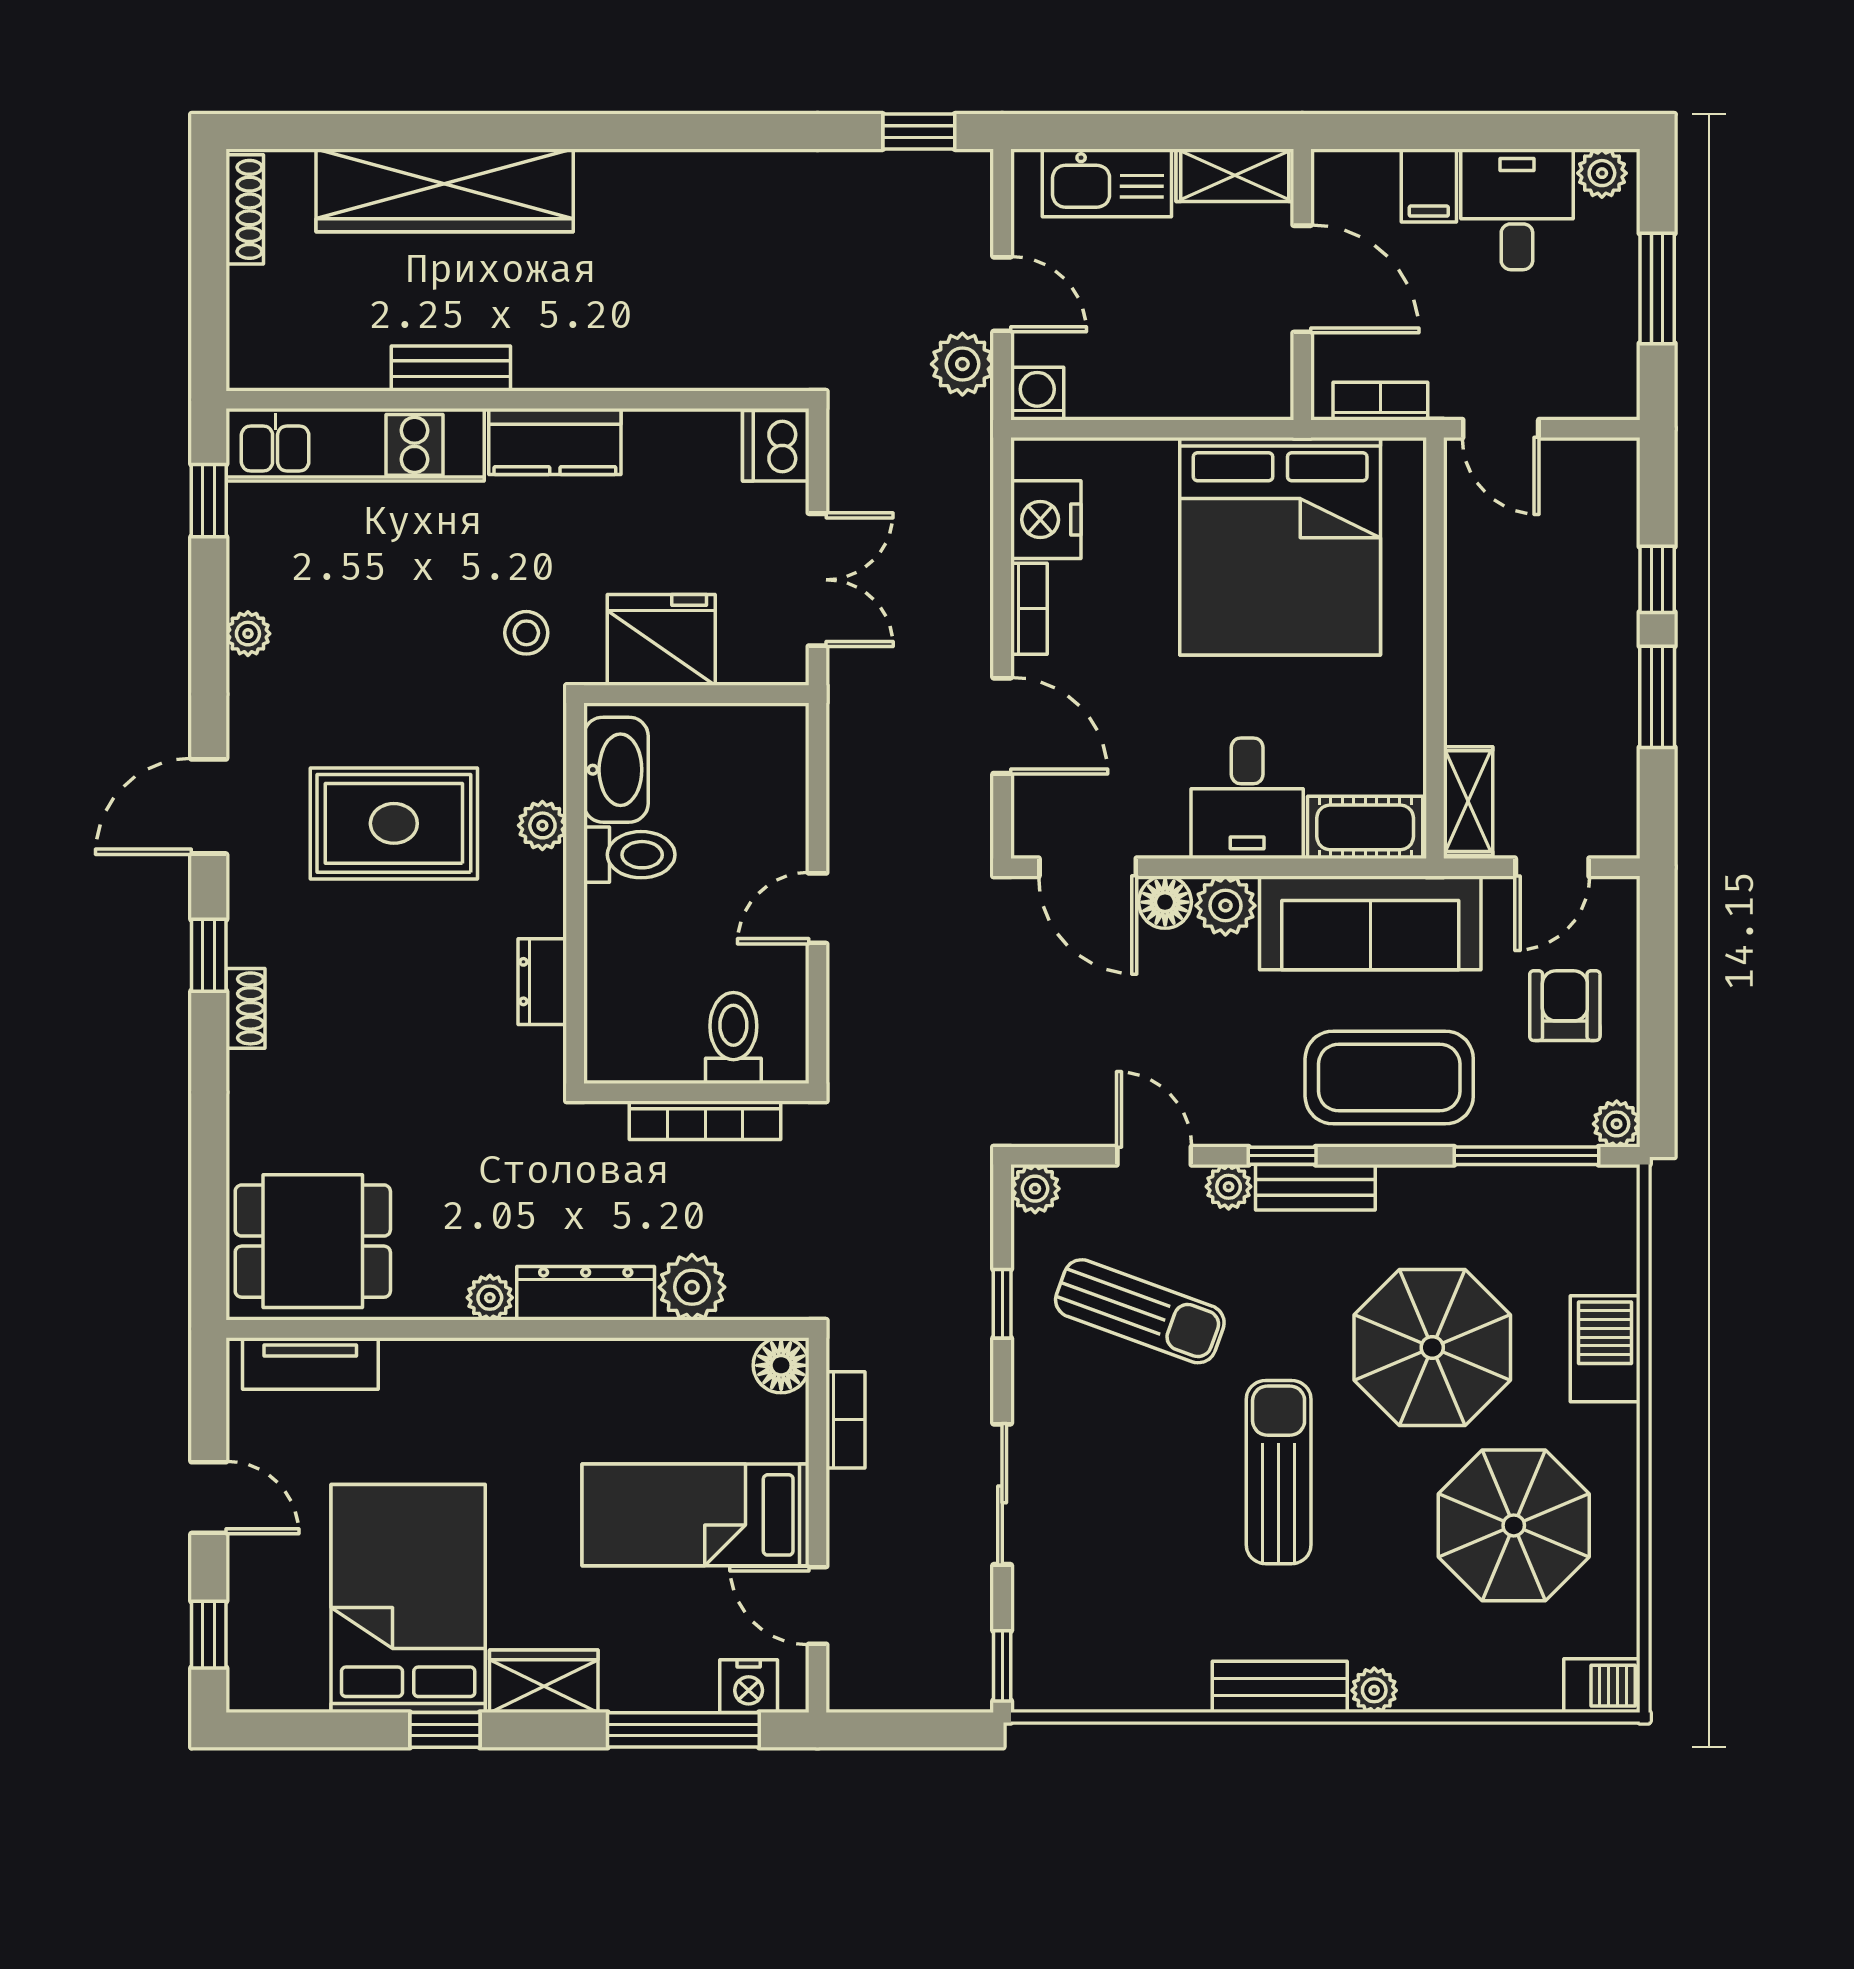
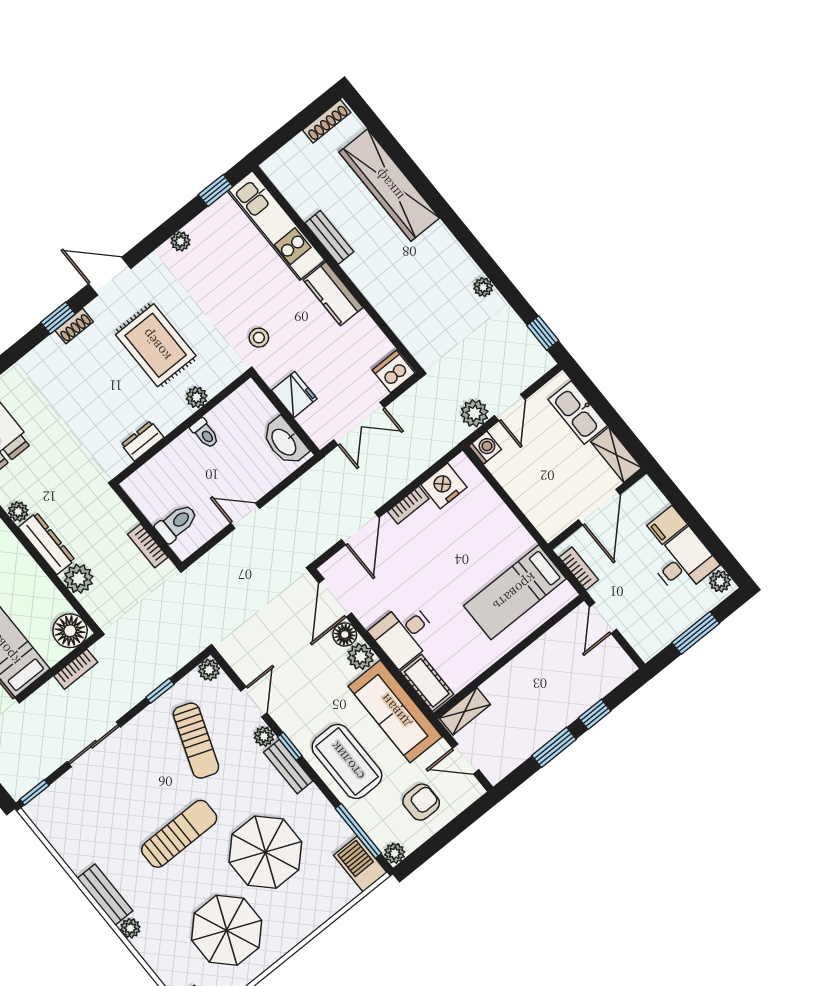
plant: (755, 171) -> (483, 287), added
bed: (1280, 546) -> (515, 592), width x0.49
fridge: (661, 640) -> (294, 395), width x0.73, depth x0.75
washbasin: (616, 770) -> (284, 442), moved, turned 90
toilet: (629, 855) -> (205, 433), width x0.73, depth x0.72
shoe rack: (245, 1008) -> (74, 326), moved
bookcase: (705, 1120) -> (148, 546), width x0.64
barbecue: (1605, 1349) -> (360, 864), moved, turned -90
floor lamp: (781, 1365) -> (70, 631), width x1.38, depth x1.38

